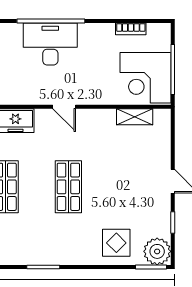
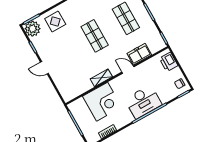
corner desk: (145, 78) -> (102, 102), moved, turned 90
door: (64, 107) -> (128, 69), moved
shelving: (135, 117) -> (101, 78), moved

